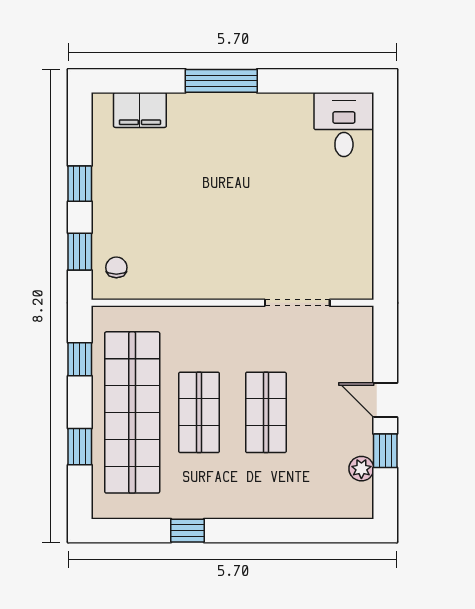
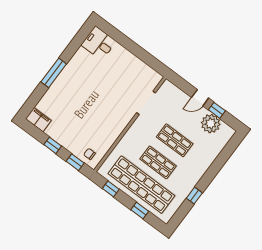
filing cabinet: (140, 110) -> (38, 120), moved, turned -90
plant: (361, 469) -> (211, 124), width x1.87, depth x1.87

